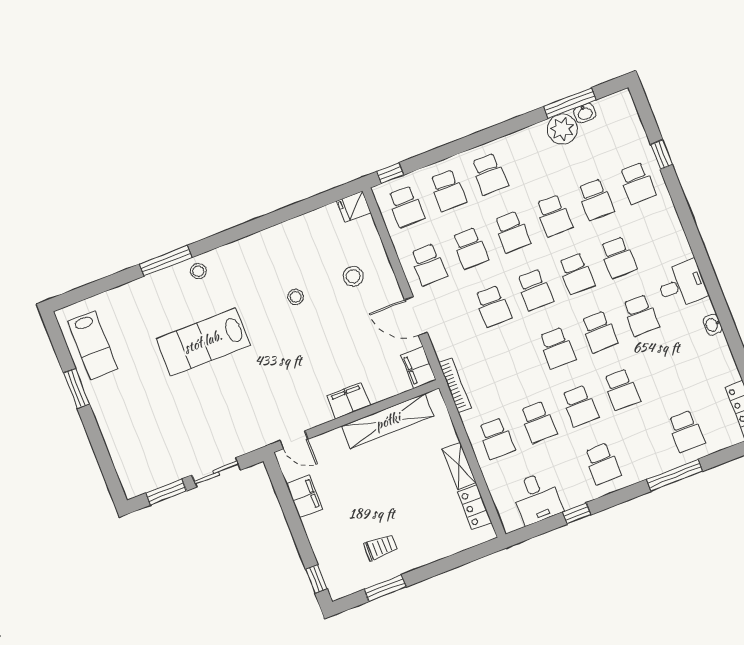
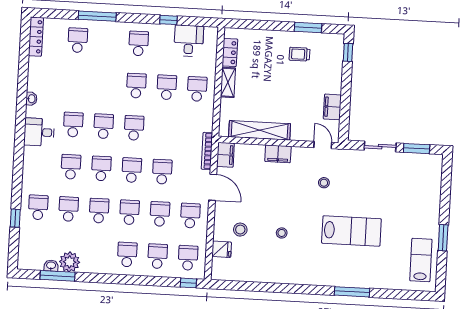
fridge: (354, 207) -> (222, 249), moved
stool: (198, 271) -> (324, 183), moved
bookcase: (455, 385) -> (207, 151), moved
school desk: (622, 390) -> (106, 84), removed

